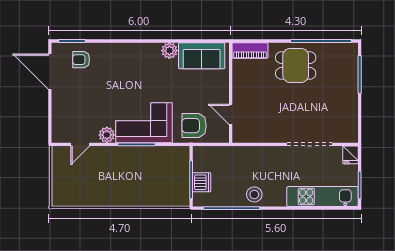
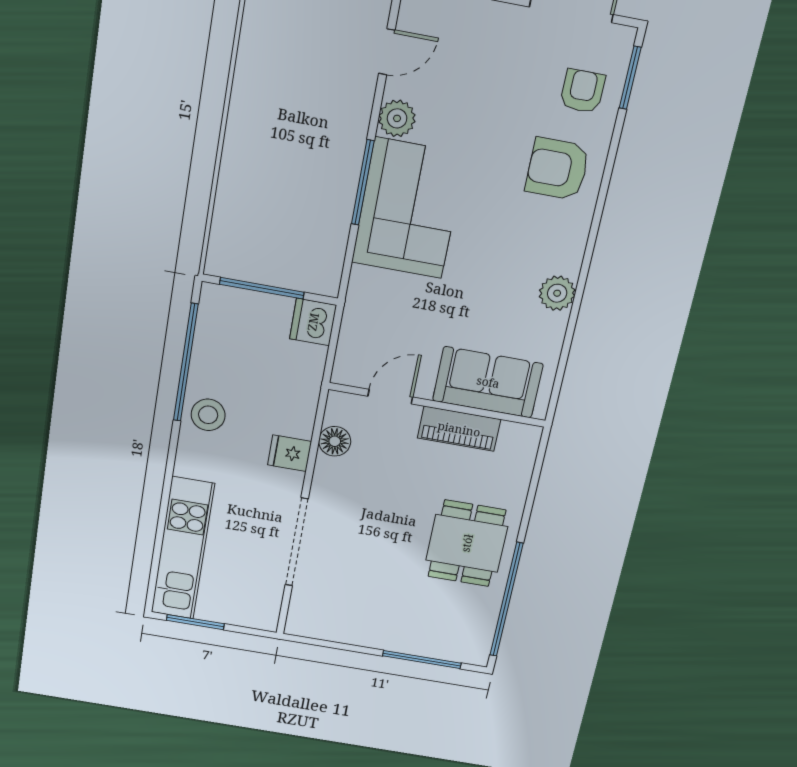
piano: (250, 50) -> (459, 429), moved, turned -90
sofa: (202, 56) -> (488, 382), moved, turned 90
armchair: (194, 126) -> (557, 169), moved, turned -90
floor lamp: (256, 135) -> (335, 441), added
door: (80, 144) -> (387, 52), swing flipped
fridge: (351, 155) -> (290, 453), moved
dishwasher: (202, 182) -> (313, 322), moved, turned 90

